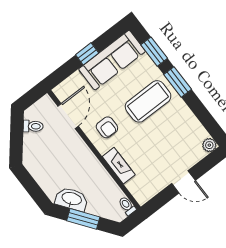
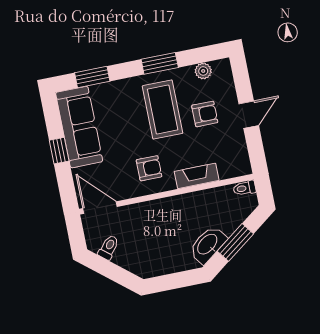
window: (178, 82) -> (160, 63), moved
coffee table: (148, 101) -> (163, 110), moved
door: (68, 116) -> (100, 208), moved
plant: (209, 145) -> (203, 71), moved
armchair: (168, 149) -> (205, 114), added

